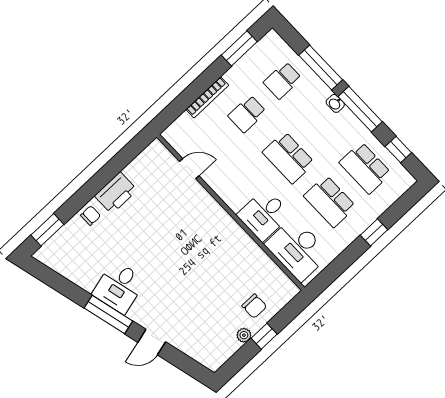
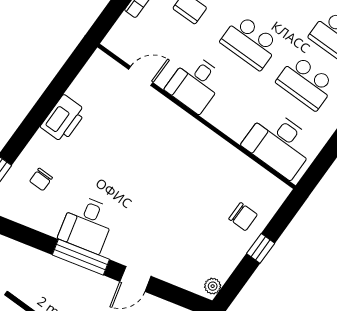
desk: (264, 215) -> (195, 83), moved
chair: (91, 216) -> (41, 179), moved, turned 180
plant: (244, 335) -> (213, 286), moved

